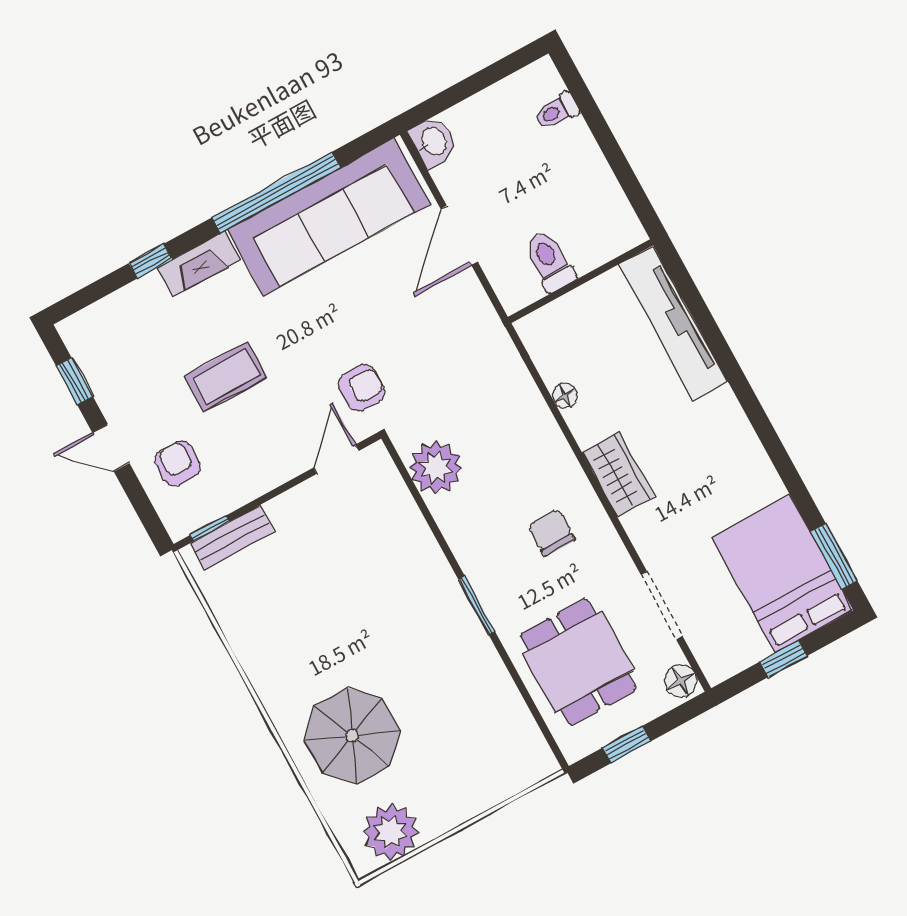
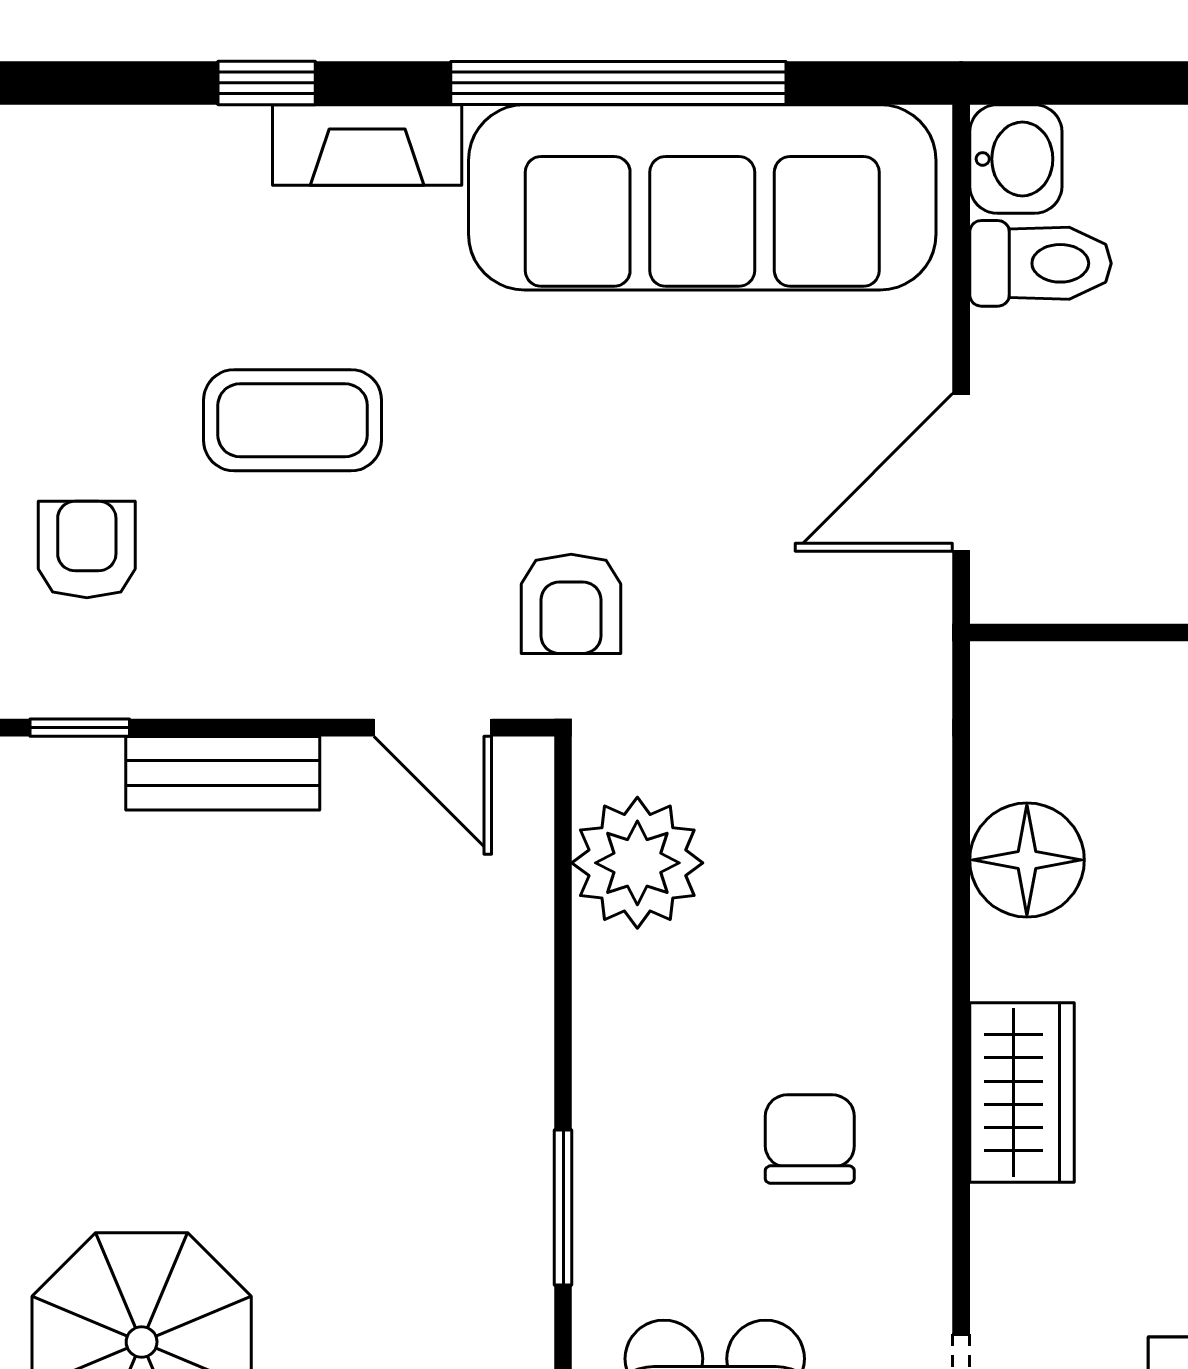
door: (459, 235) -> (961, 472), moved
toilet: (550, 261) -> (1040, 263), moved, turned 90
armchair: (361, 388) -> (571, 604), turned 90
floor lamp: (565, 395) -> (1027, 860), width x1.89, depth x1.89
door: (336, 459) -> (433, 728), swing flipped
bench: (232, 537) -> (223, 773), moved

